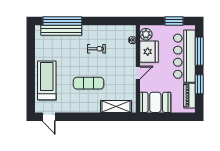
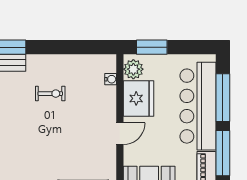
window: (174, 21) -> (152, 47), moved
exercise mat: (89, 83) -> (37, 151), removed
window: (199, 84) -> (223, 153), width x1.44

